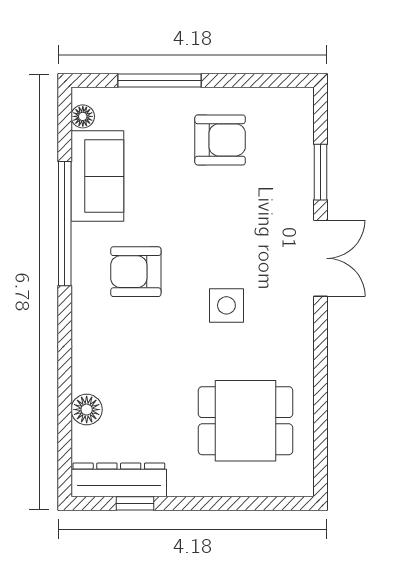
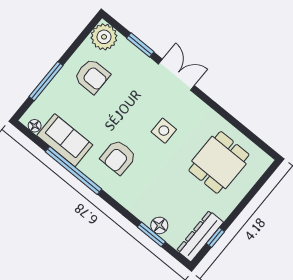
plant: (290, 111) -> (104, 37), added
armchair: (220, 140) -> (92, 76), turned 90
window: (65, 409) -> (151, 234), added

